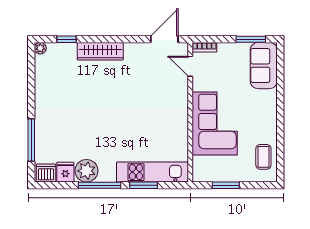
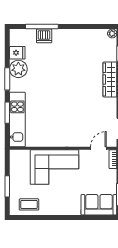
dishwasher: (46, 173) -> (44, 36), moved, turned 90
window: (99, 185) -> (7, 79), width x0.69
window: (226, 185) -> (7, 186), moved

